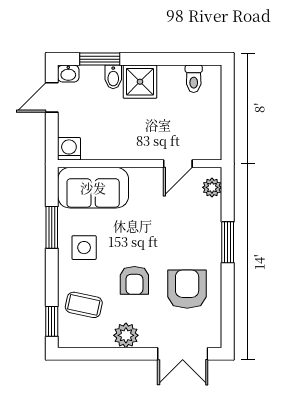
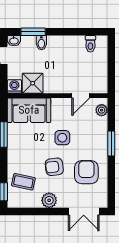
shower: (140, 82) -> (33, 83), moved
side table: (84, 248) -> (62, 138), moved
armchair: (134, 280) -> (54, 167), turned 83

